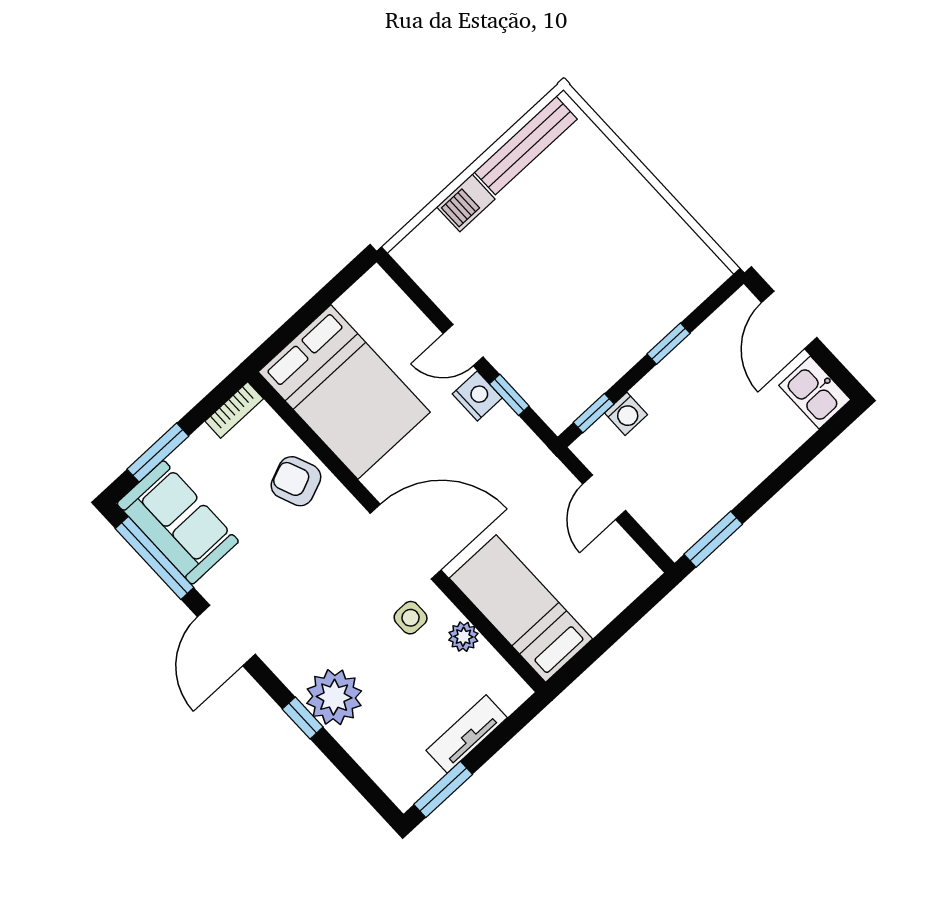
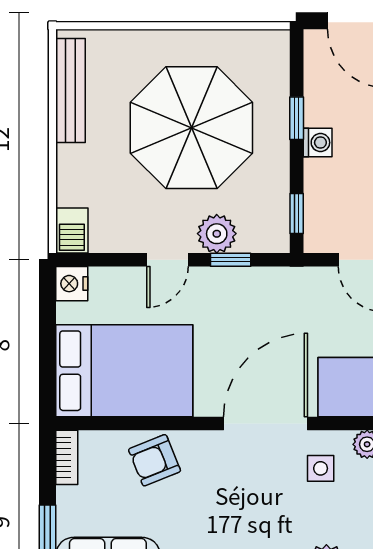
barbecue: (466, 203) -> (72, 230), moved
parasol: (585, 268) -> (191, 128), added
plant: (519, 365) -> (217, 234), added
nightstand: (477, 396) -> (72, 284), moved, turned -90
washing machine: (626, 414) -> (318, 143), moved

